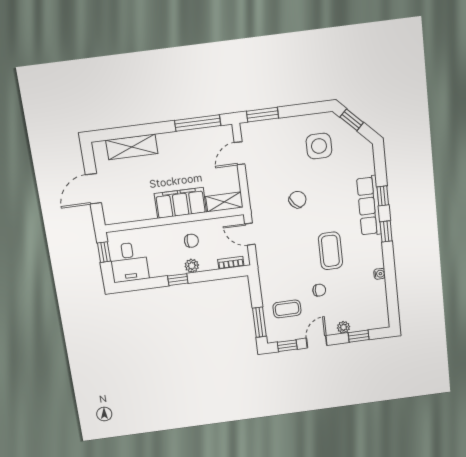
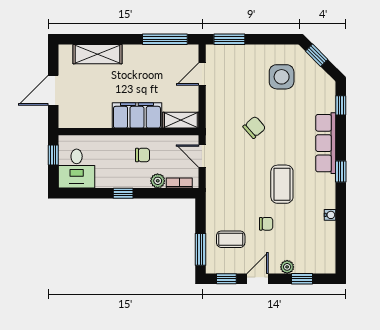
window: (383, 196) -> (341, 105), moved
plant: (192, 266) -> (158, 181), moved

